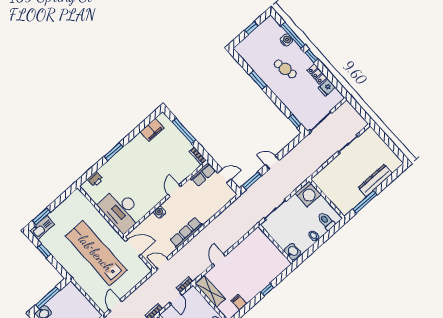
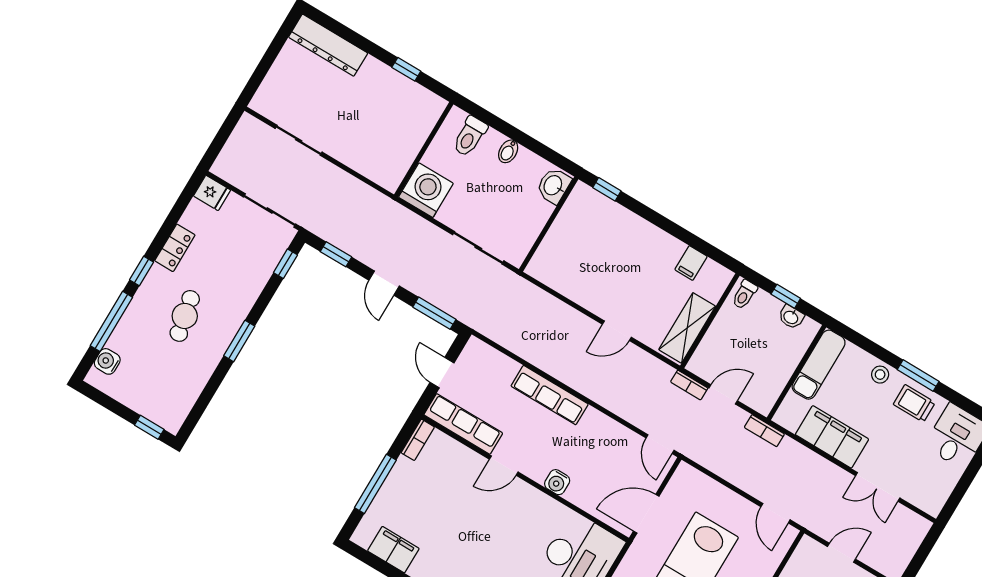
window: (251, 28) -> (149, 427), moved
water cooler: (286, 40) -> (107, 361), moved
window: (258, 80) -> (239, 341), moved
fridge: (327, 87) -> (212, 193), moved
window: (292, 145) -> (336, 254), added
row of seats: (203, 174) -> (463, 424), width x1.48
dresser: (375, 180) -> (328, 45), moved
window: (365, 202) -> (406, 69), width x0.46
row of seats: (186, 233) -> (550, 395), moved
door: (133, 248) -> (646, 514), hinge flipped
window: (267, 290) -> (607, 189), moved
door: (115, 305) -> (776, 513), hinge flipped

